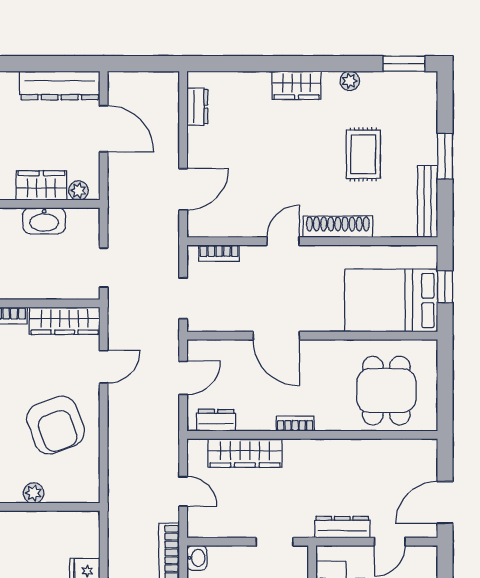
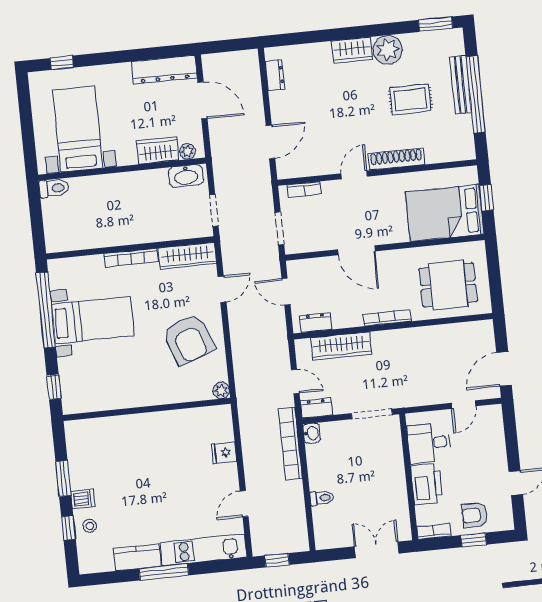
plant: (350, 81) -> (388, 50), width x1.87, depth x1.87
rug: (363, 154) -> (410, 99), turned 90
window: (445, 156) -> (476, 94), width x2.11
bench: (428, 202) -> (461, 85), moved
washbasin: (44, 221) -> (186, 176), moved
door: (183, 378) -> (286, 292), swing flipped
dining table: (386, 391) -> (448, 285), turned 90
bookcase: (295, 424) -> (387, 318), width x1.56
plant: (34, 493) -> (221, 391), moved
dresser: (342, 527) -> (316, 408), moved, width x0.70
doorway: (275, 542) -> (372, 414), width x1.38

